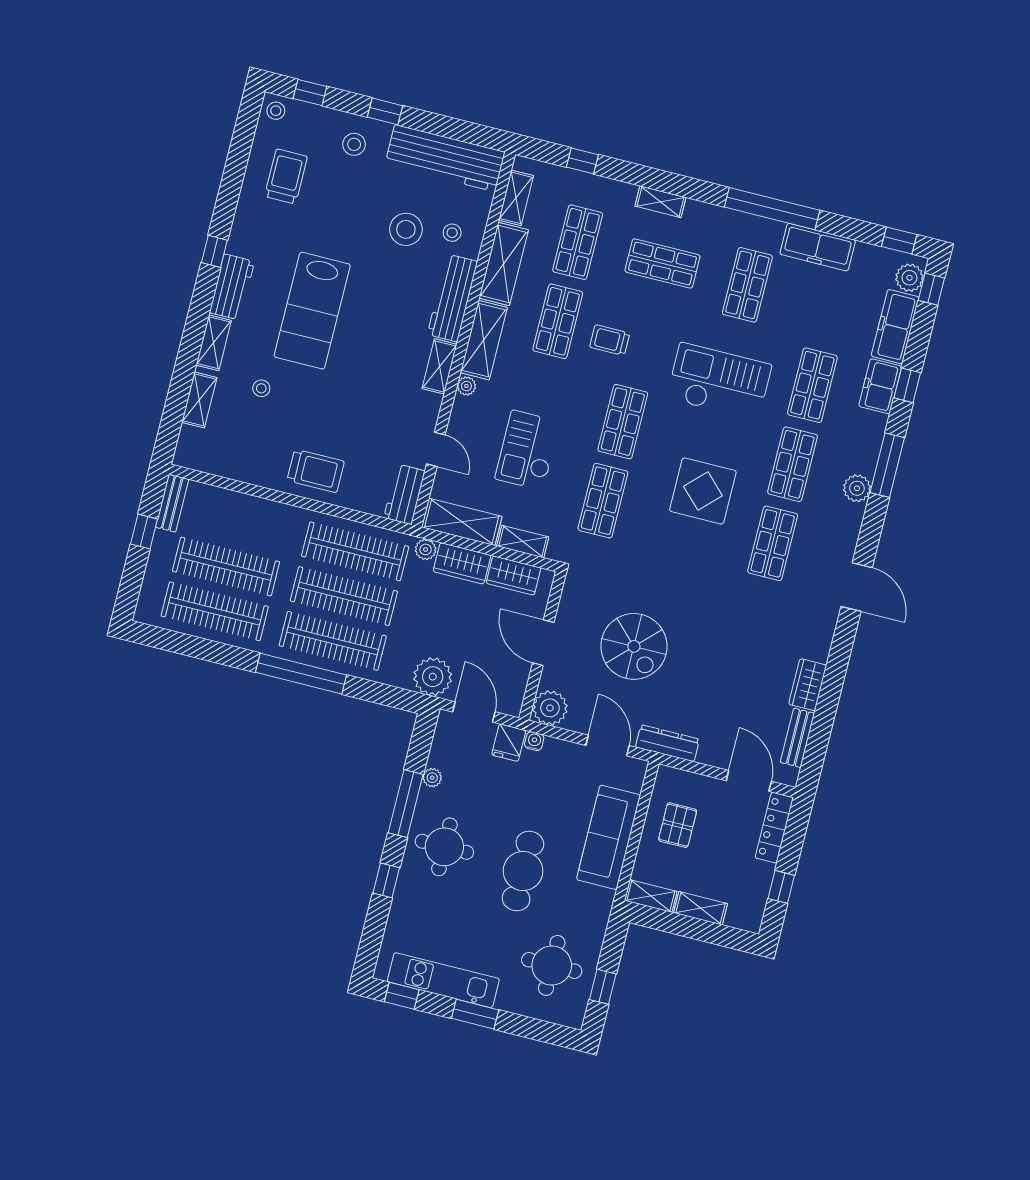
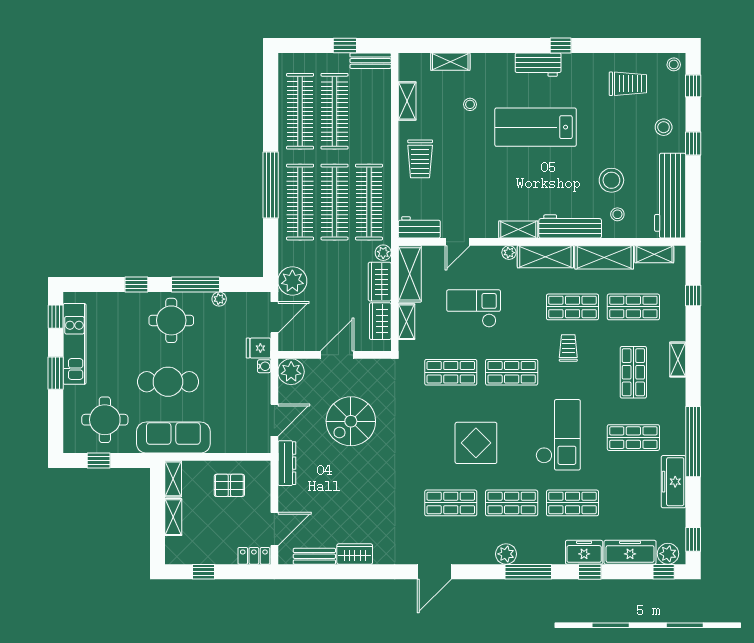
shelving: (214, 343) -> (407, 101), moved, turned 90
locker: (774, 828) -> (254, 556), width x0.66
sofa: (608, 837) -> (173, 438), moved

